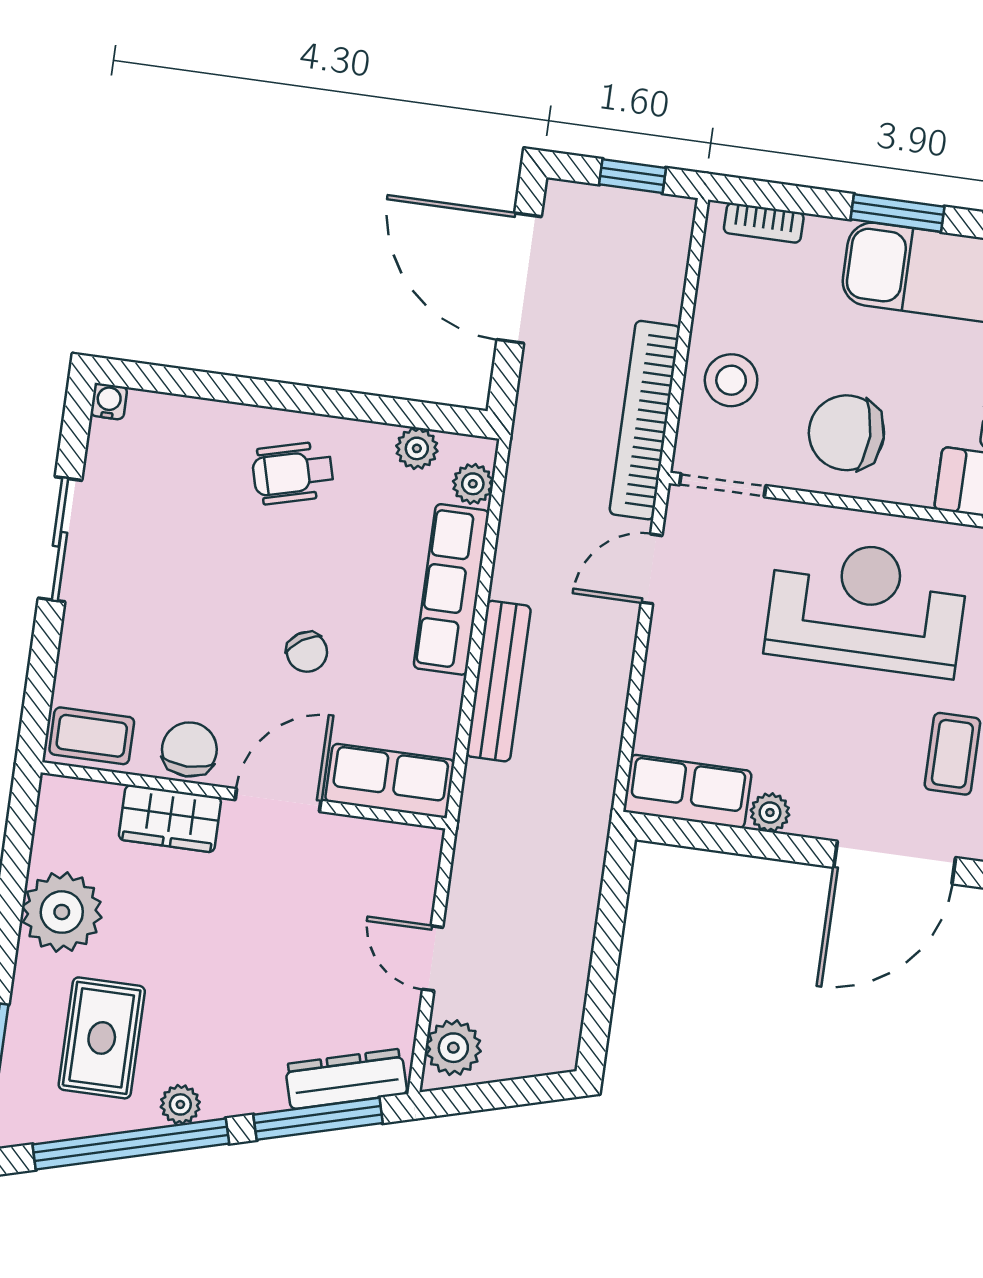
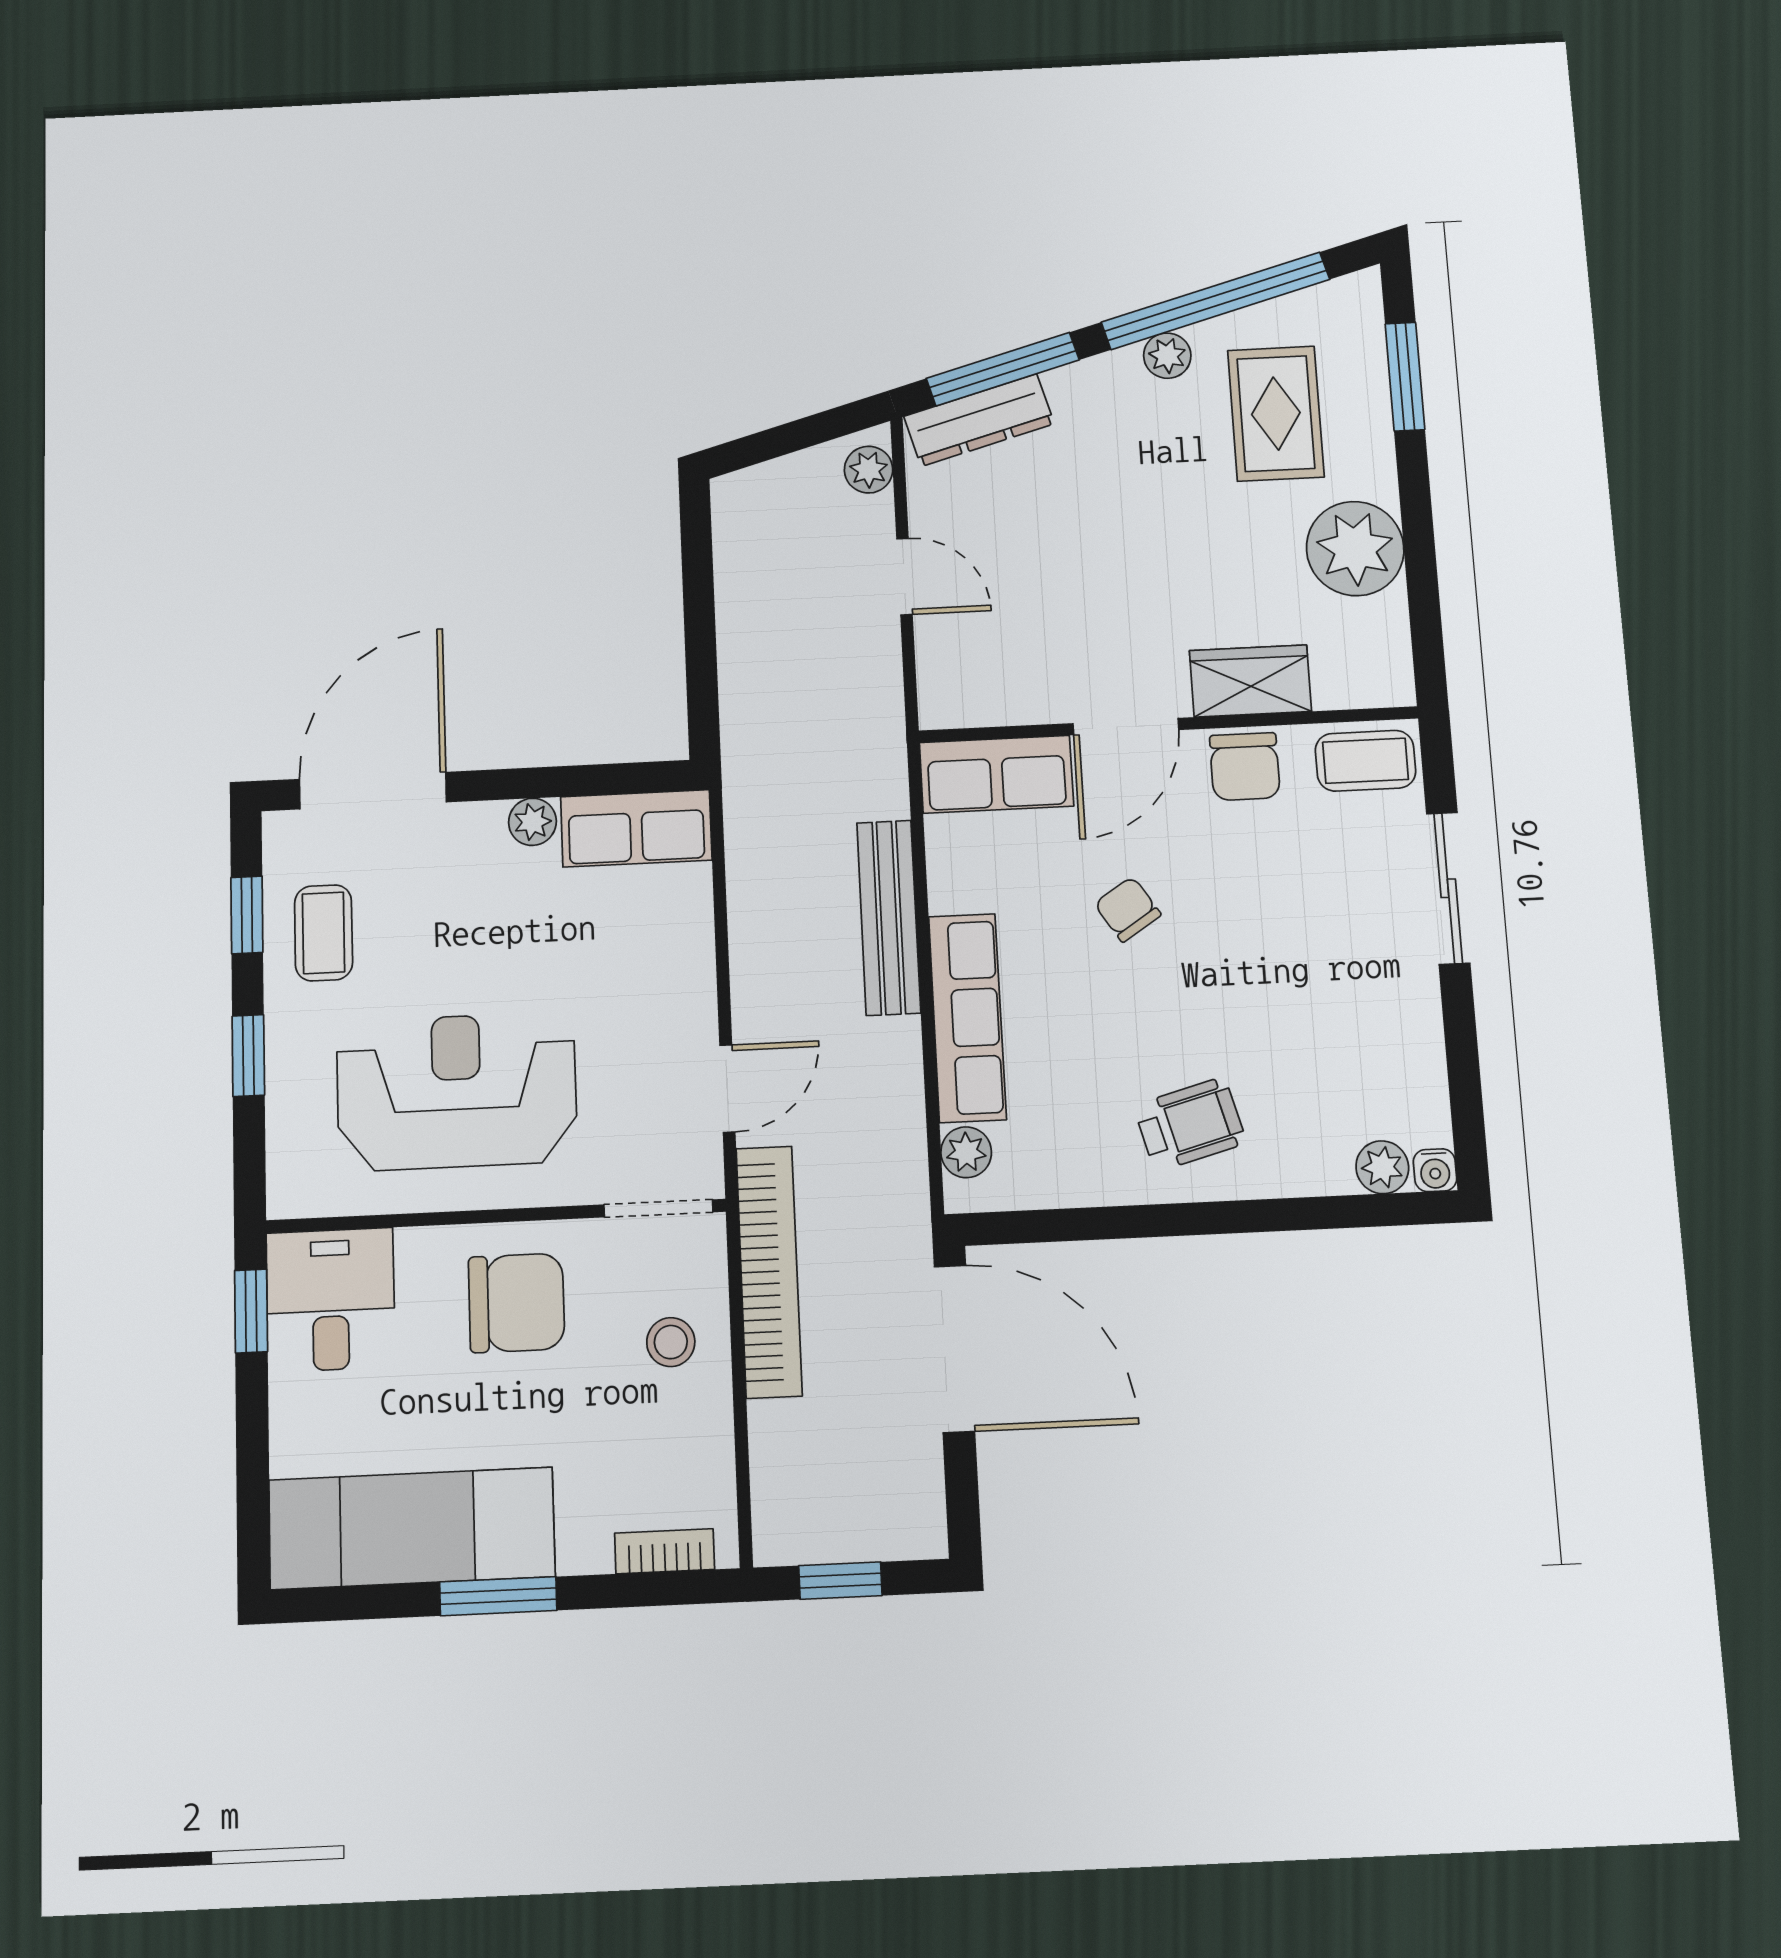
door: (519, 278) -> (954, 1349), moved
stool: (731, 380) -> (671, 1342), width x0.73, depth x0.73
plant: (417, 448) -> (1382, 1167), moved
sliding door: (60, 539) -> (1448, 888), moved
reception desk: (866, 607) -> (457, 1091), turned 180
plant: (453, 1048) -> (869, 470), width x0.73, depth x0.73

